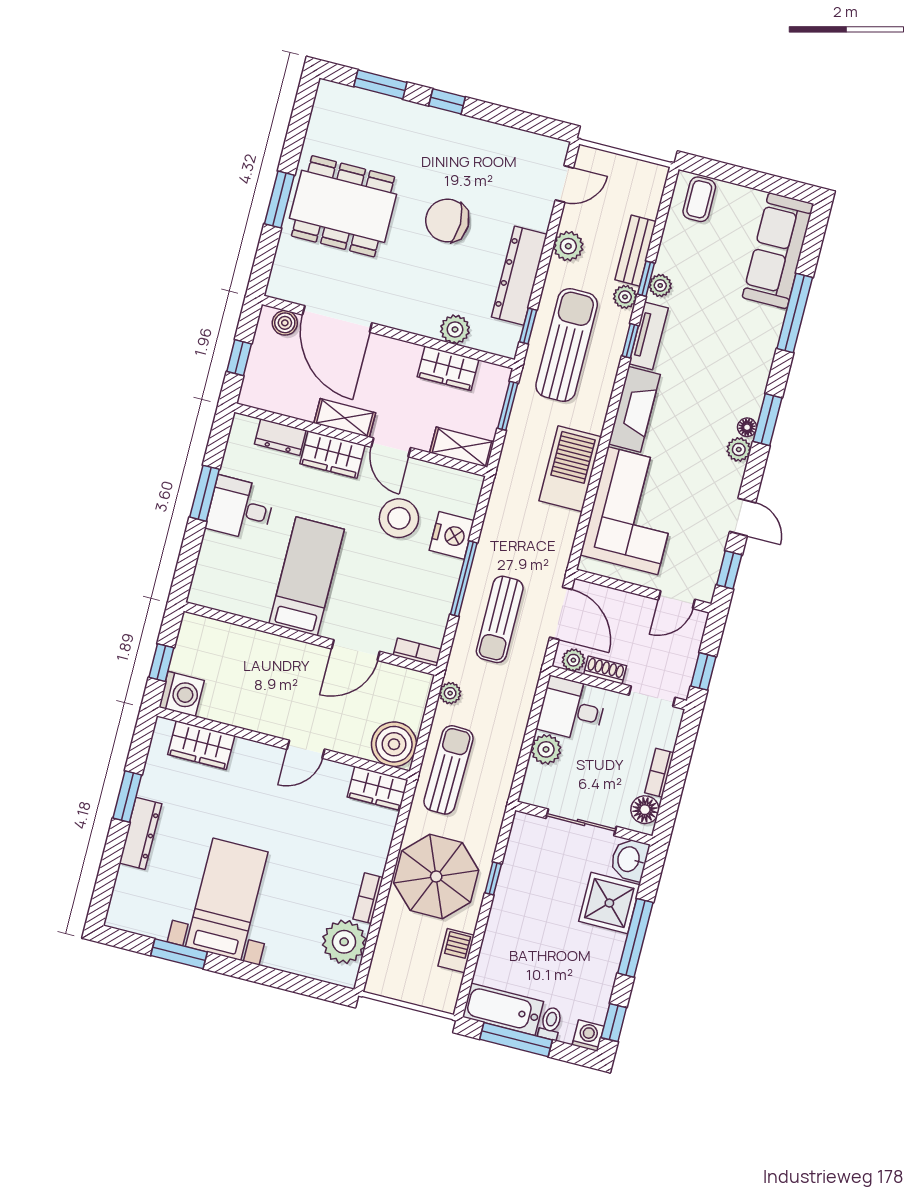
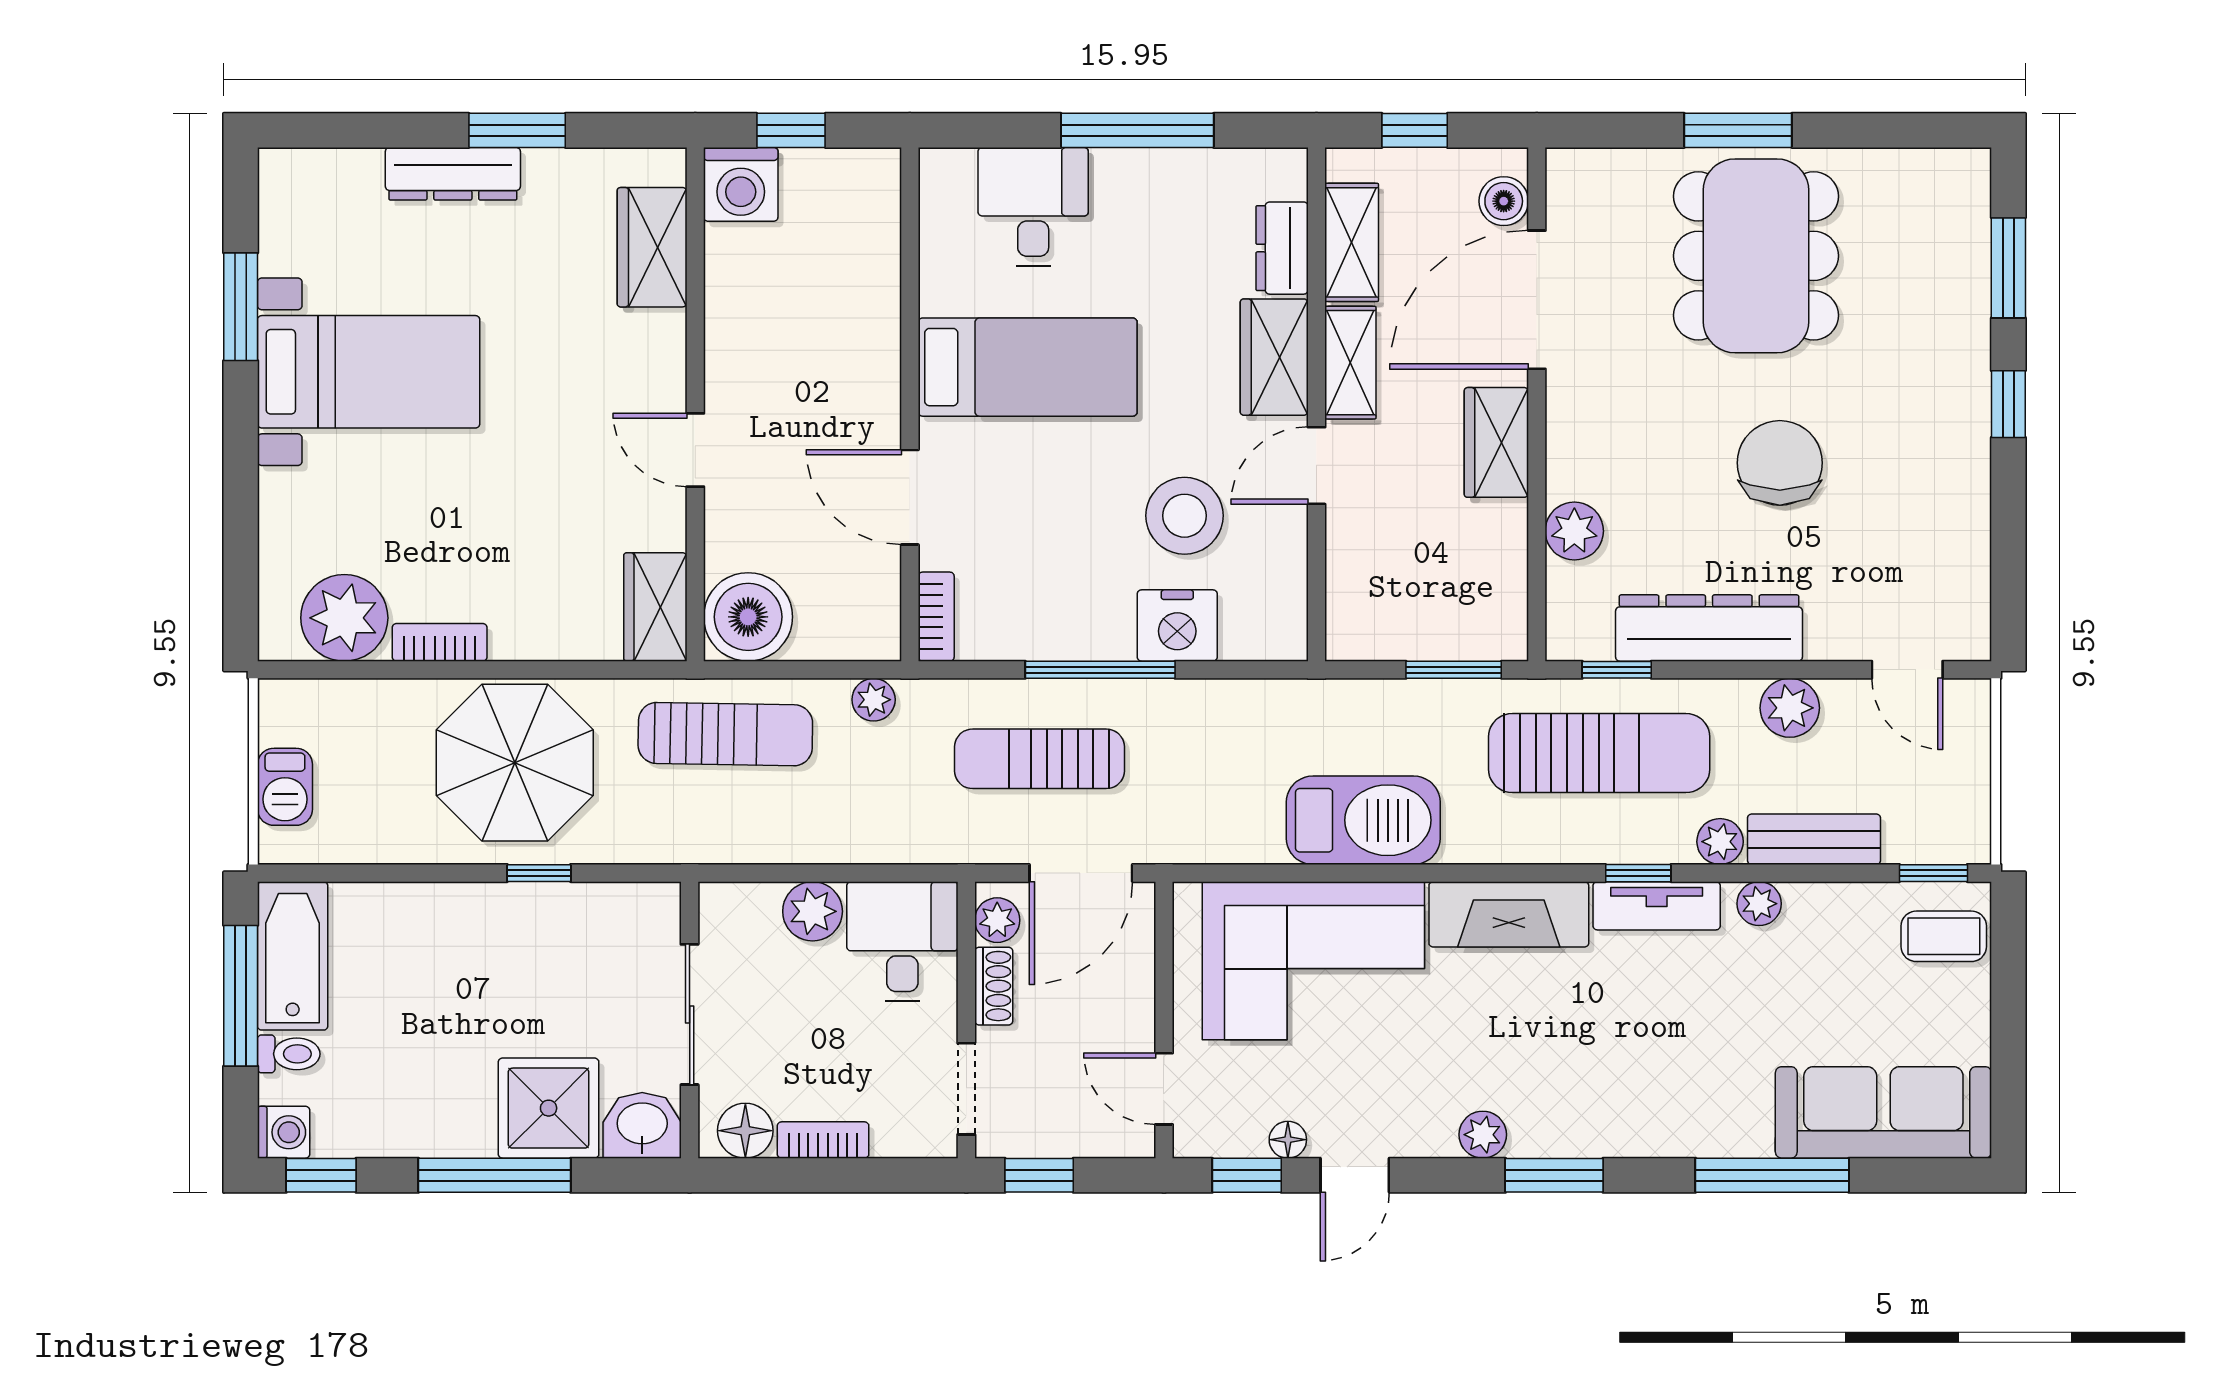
window: (646, 279) -> (1933, 873), moved
wardrobe: (448, 368) -> (1496, 442), moved
floor lamp: (747, 427) -> (1288, 1140), moved
shelving: (462, 447) -> (1352, 242), moved
window: (205, 493) -> (1137, 130), width x1.44
desk: (240, 509) -> (1033, 207), moved
barbecue: (456, 951) -> (285, 787), moved, turned 90

